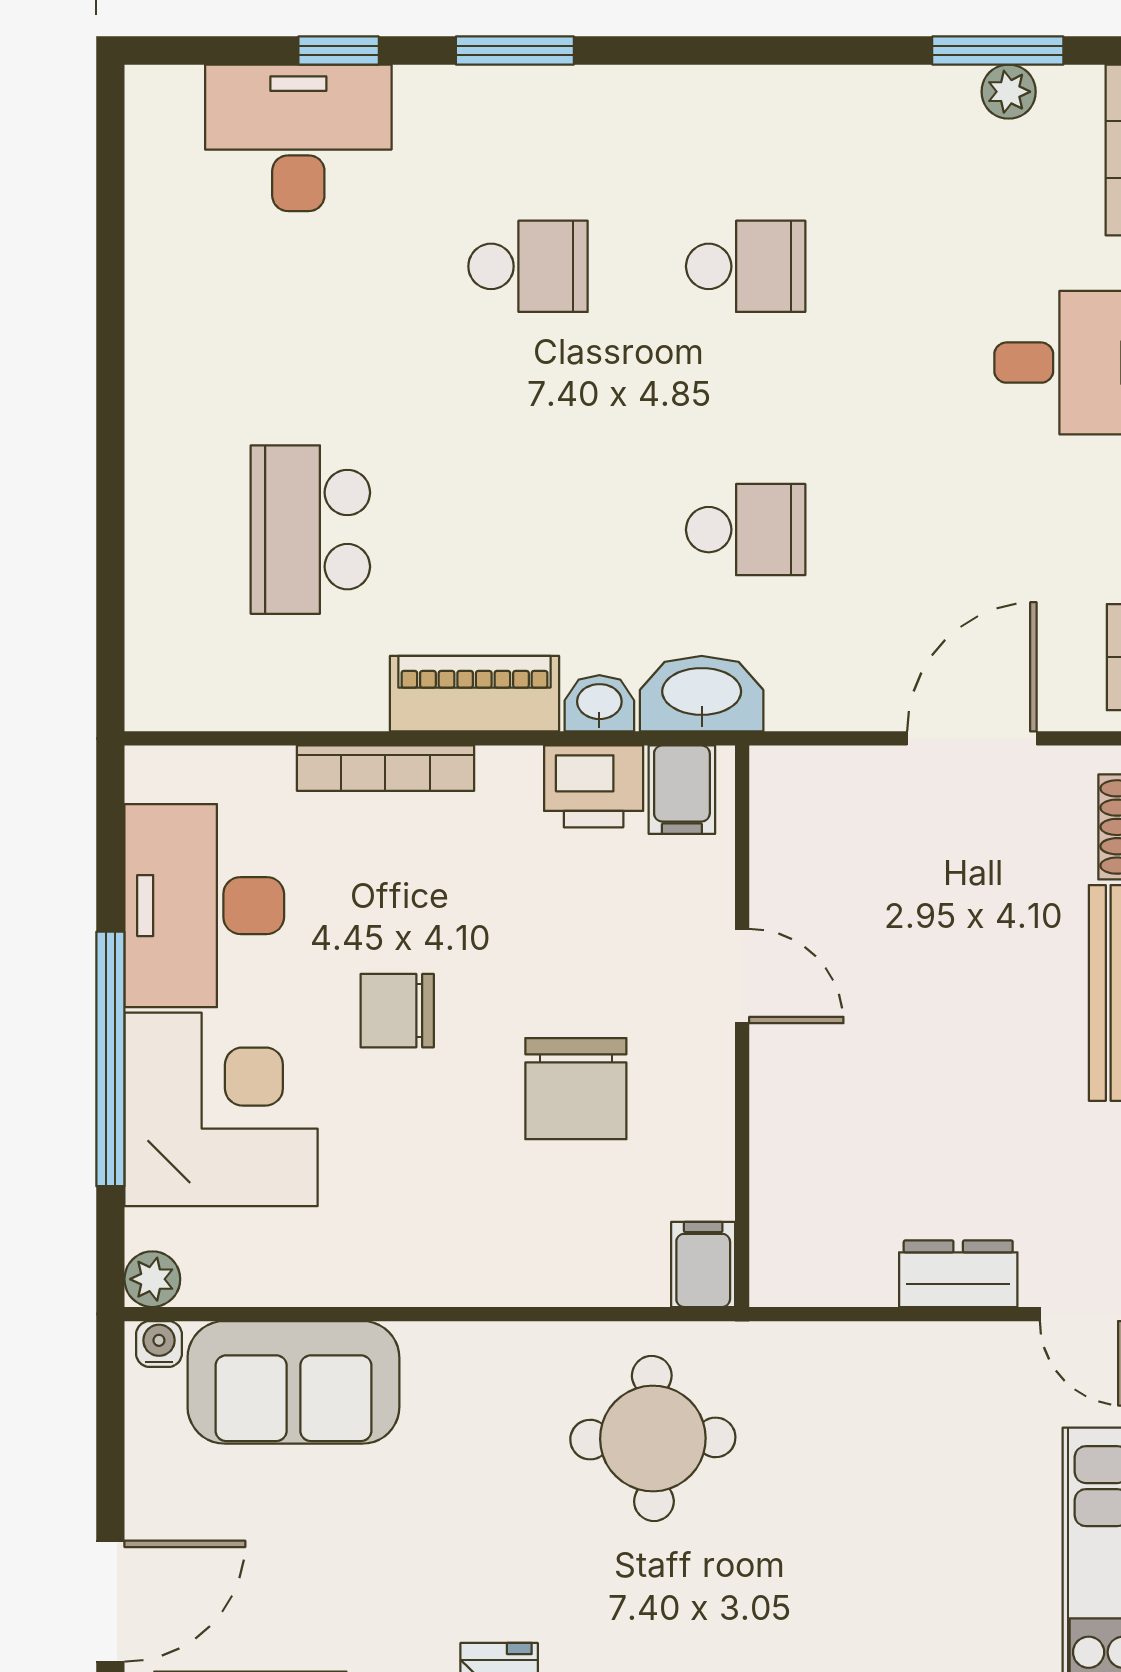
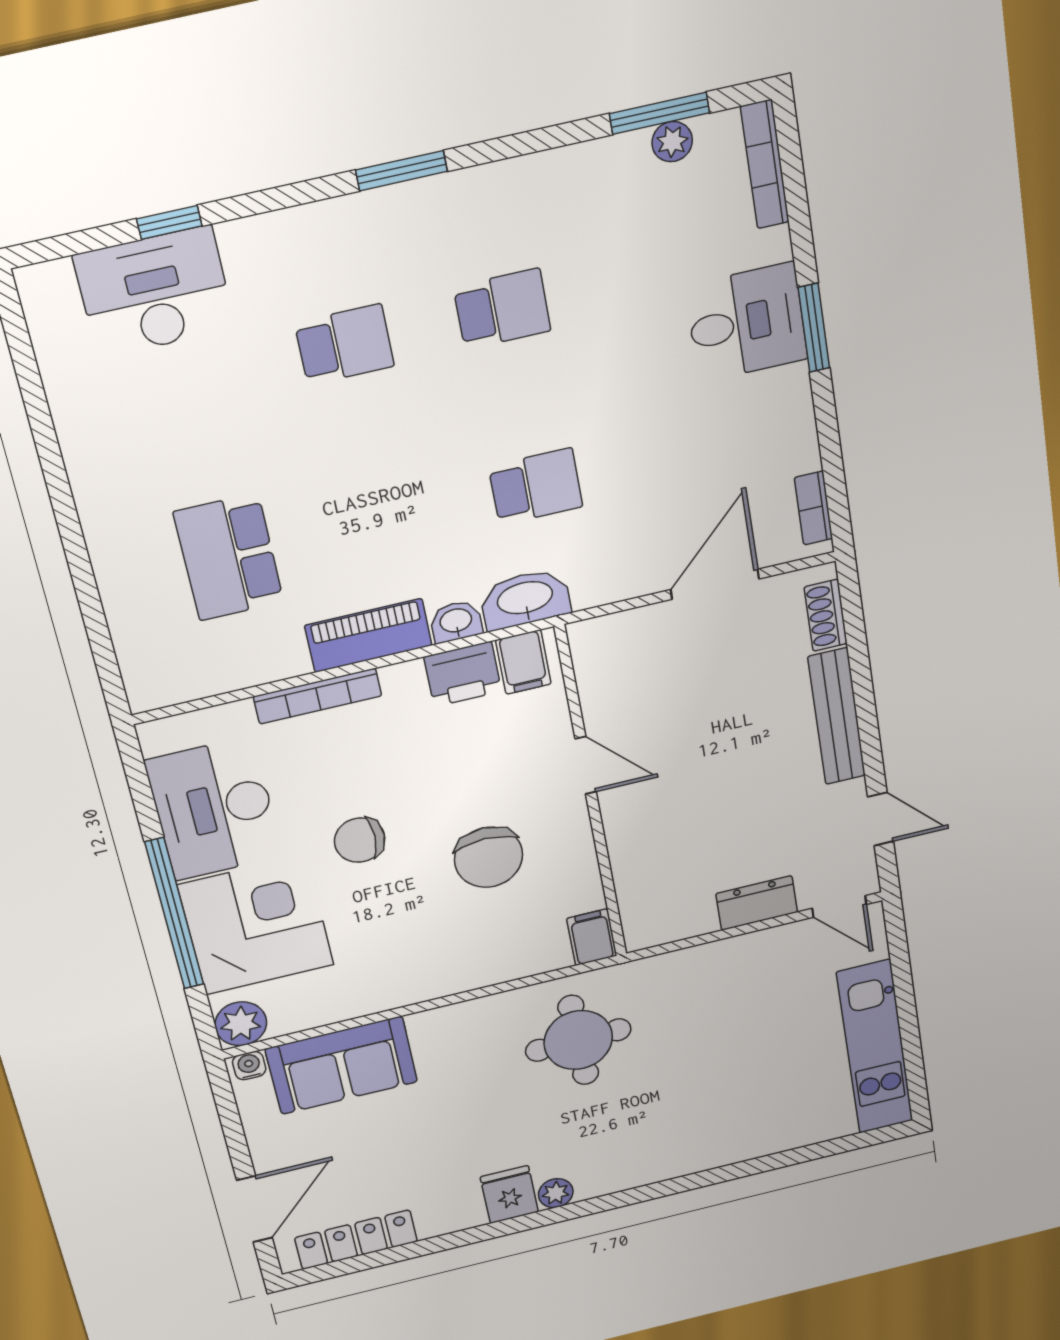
window: (515, 51) -> (401, 171), moved
plant: (152, 1279) -> (241, 1024), width x1.38, depth x1.38

